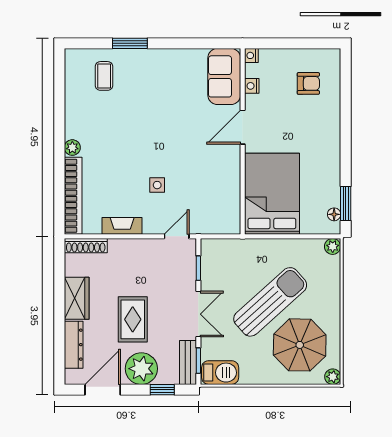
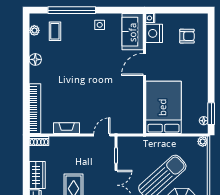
window: (130, 43) -> (72, 10), width x2.11
nightstand: (252, 86) -> (154, 33), width x1.89, depth x1.79
floor lamp: (74, 120) -> (35, 59), added
plant: (72, 148) -> (34, 30), moved
side table: (157, 185) -> (100, 25), moved
shoe rack: (86, 246) -> (39, 141), width x0.70

